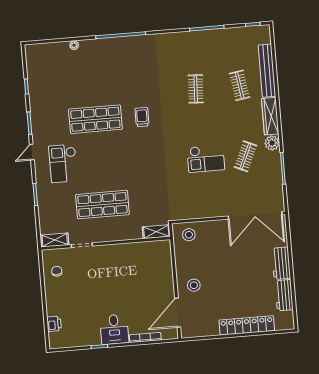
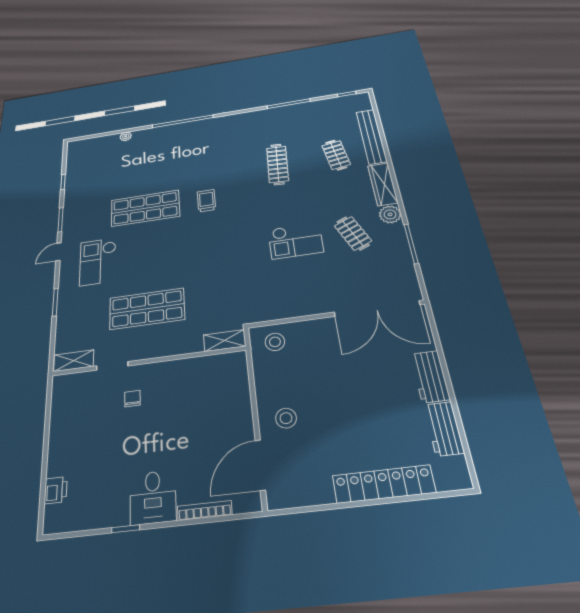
clothes rail: (196, 89) -> (278, 164), width x1.36
clothes rail: (245, 156) -> (353, 233), turned -48
chair: (57, 271) -> (132, 399), moved

